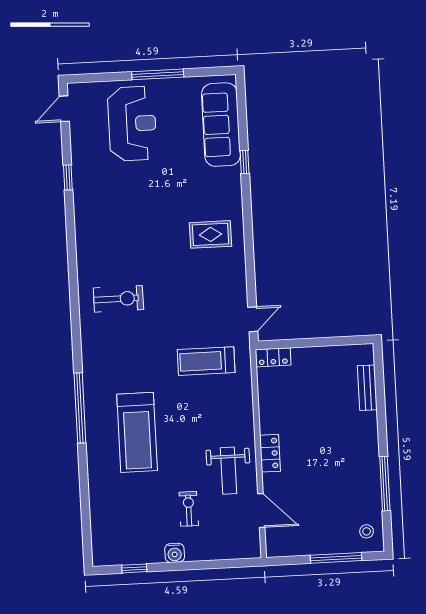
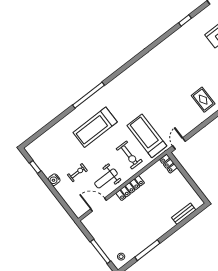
exercise bike: (118, 299) -> (129, 155), moved
door: (253, 319) -> (179, 143), swing flipped
treadmill: (206, 361) -> (147, 136), width x1.37, depth x1.38
locker: (270, 453) -> (130, 188), width x1.53
door: (261, 510) -> (99, 205), swing flipped

